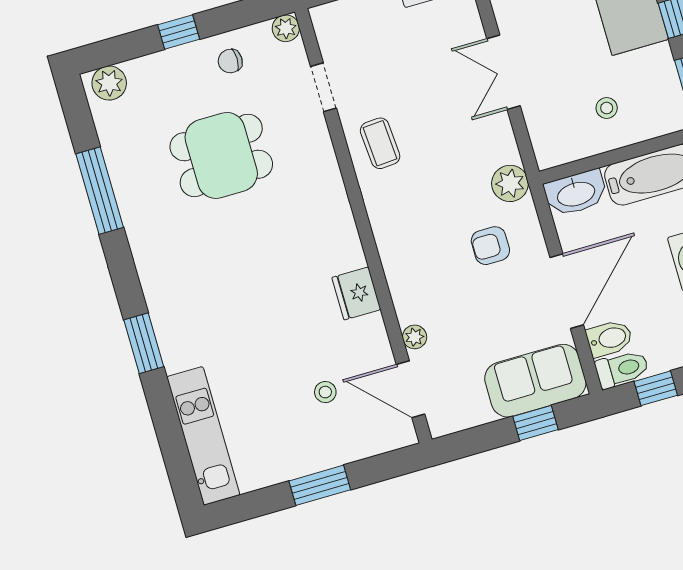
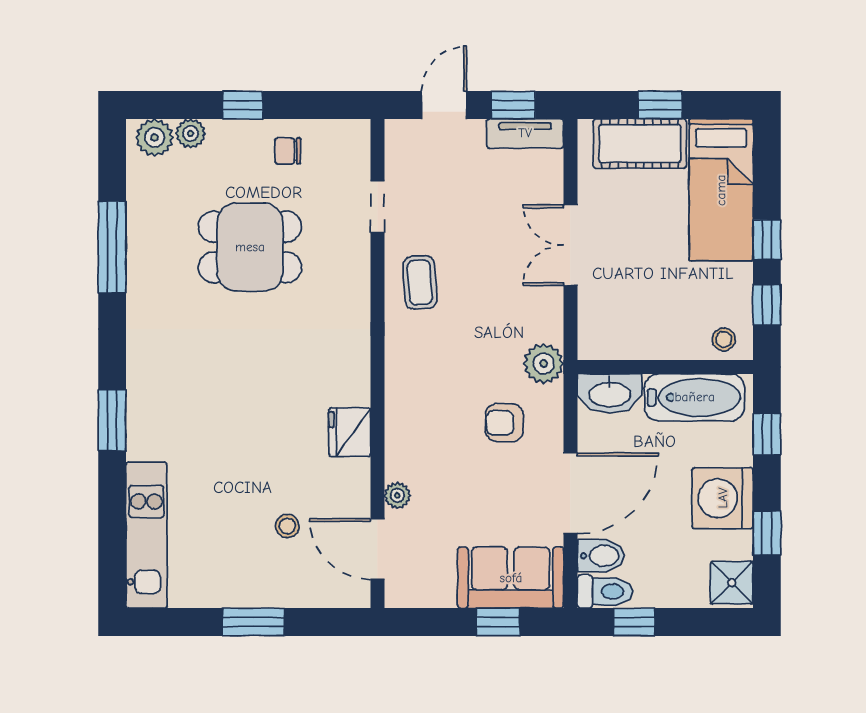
plant: (286, 28) -> (191, 133), moved
stool: (607, 108) -> (724, 339), moved

